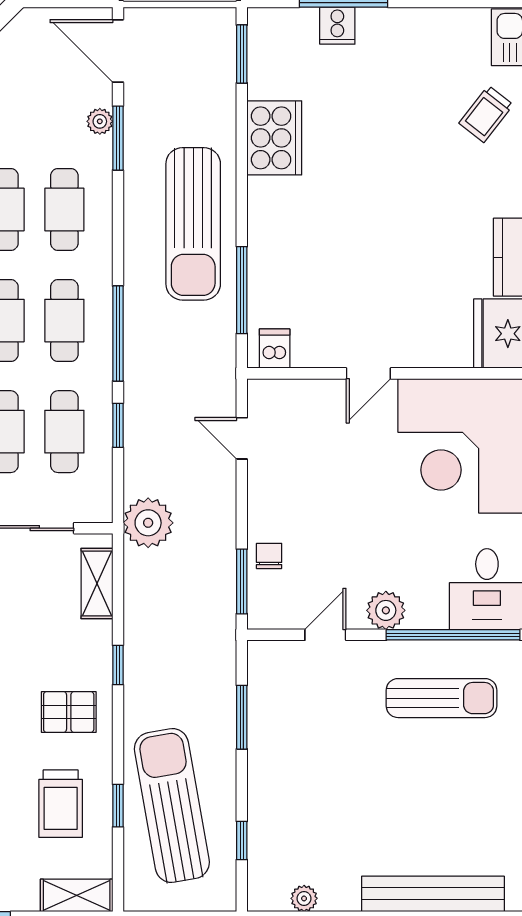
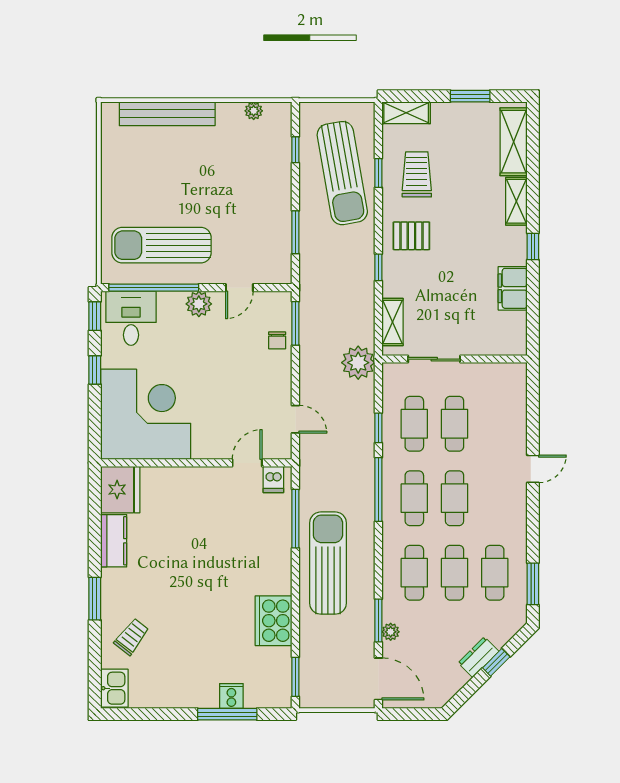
door: (368, 373) -> (247, 463), moved
sun lounger: (442, 698) -> (161, 245), width x1.36, depth x1.34

